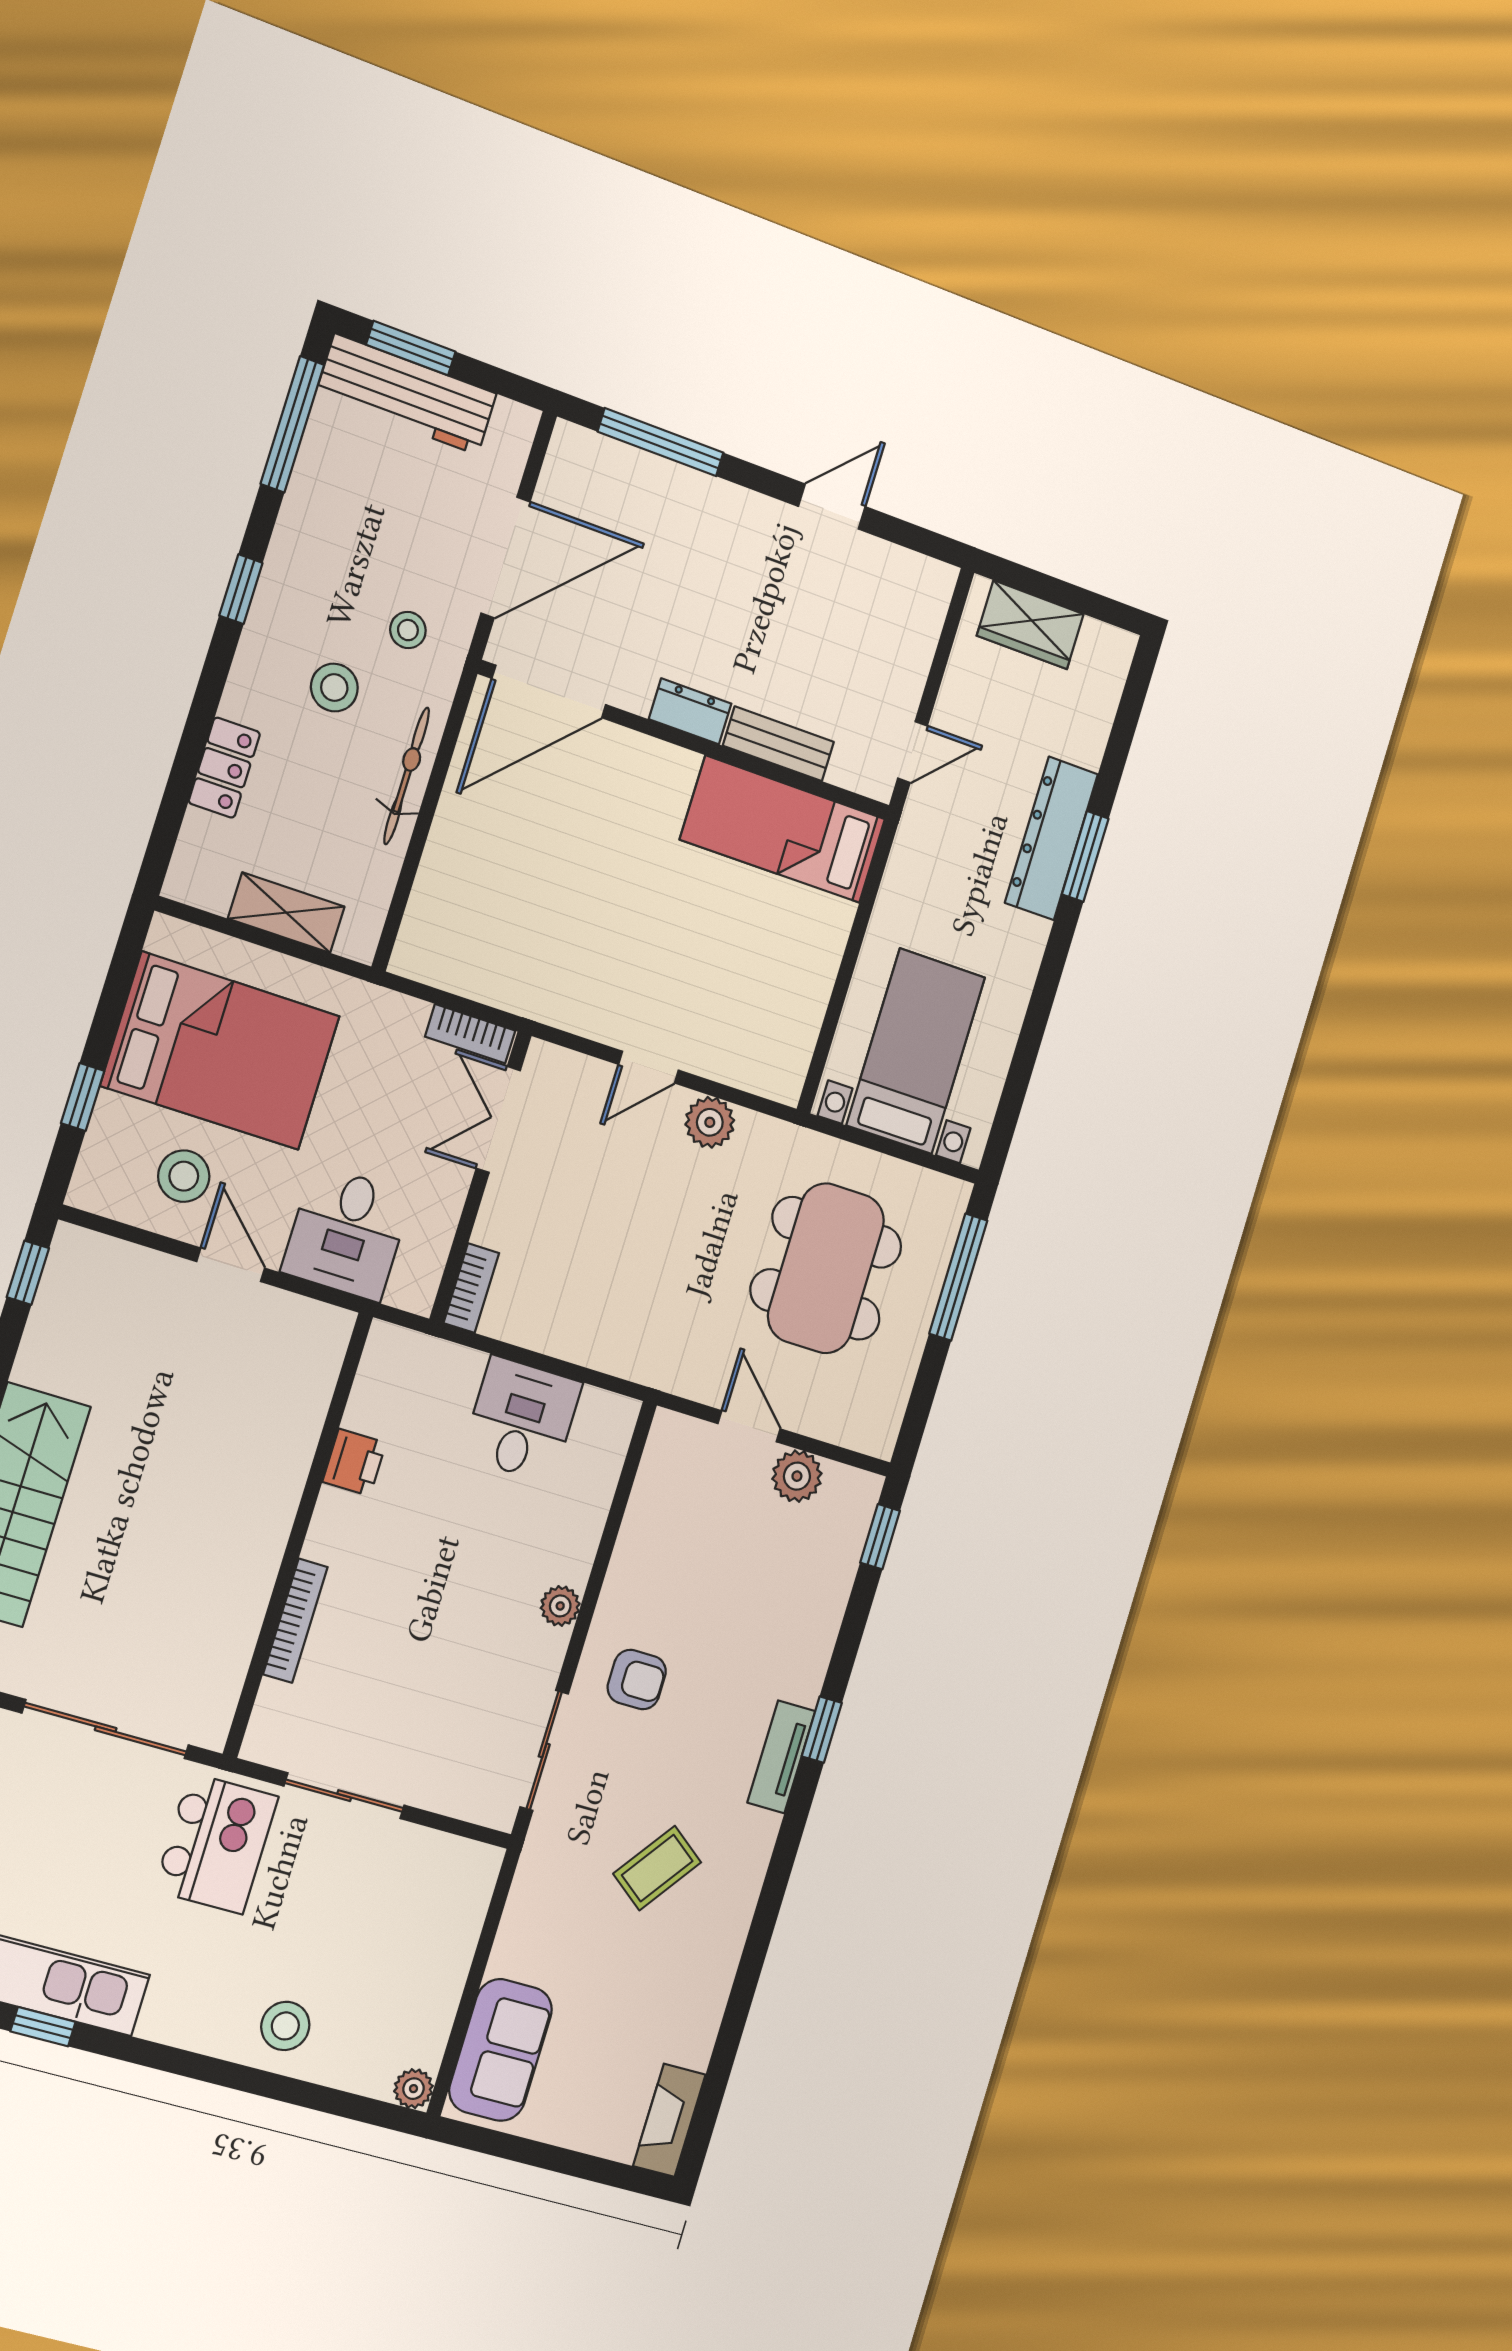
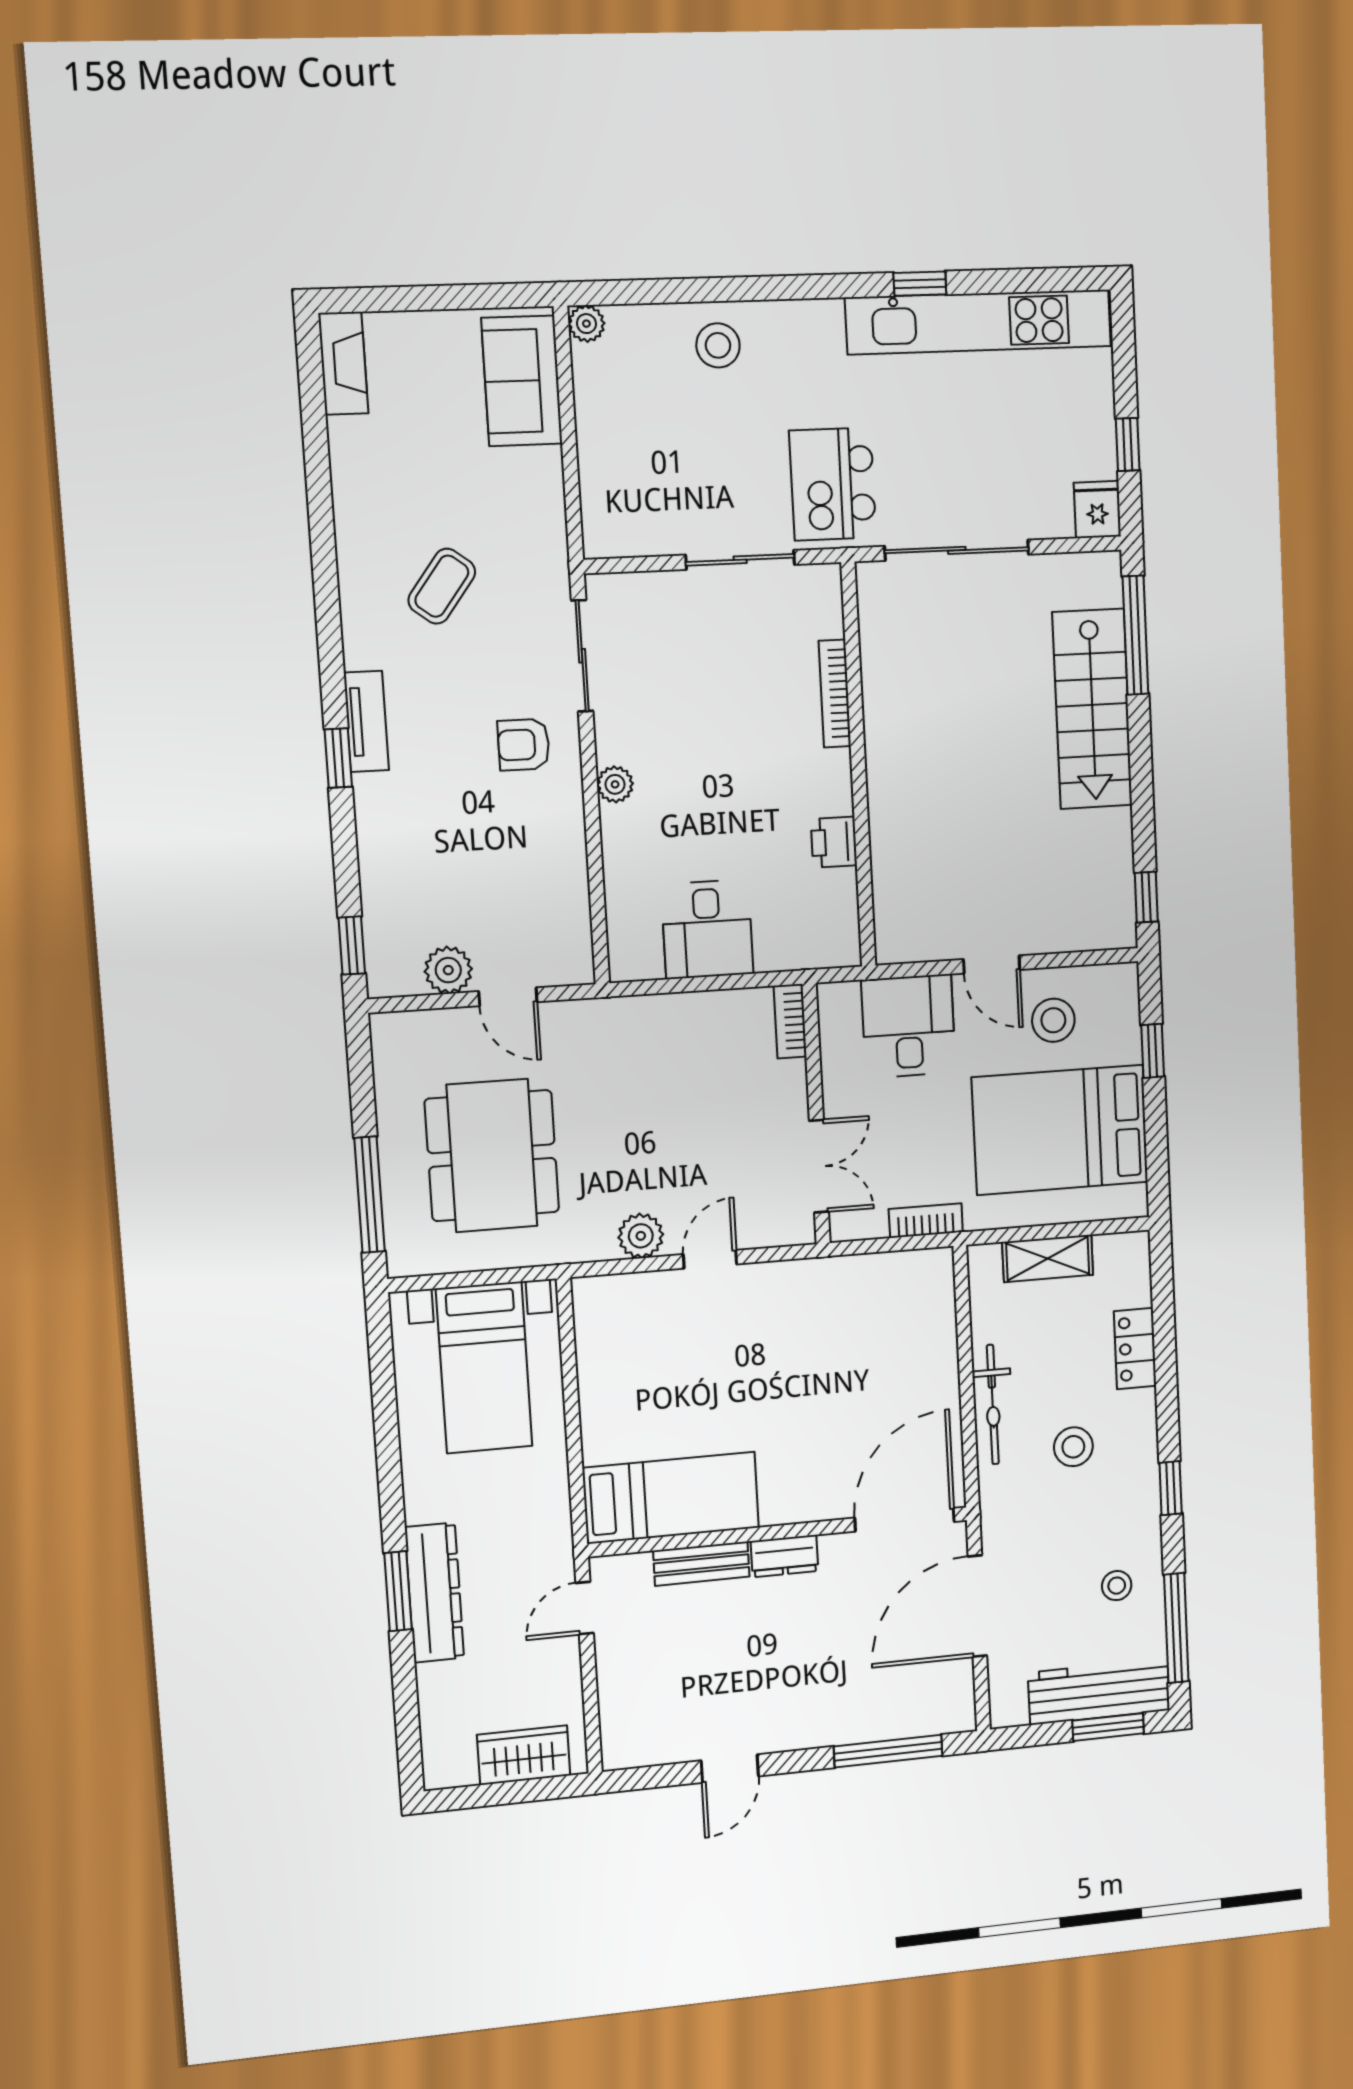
stool: (408, 630) -> (1117, 1586), moved
bookcase: (470, 1034) -> (926, 1221), moved

